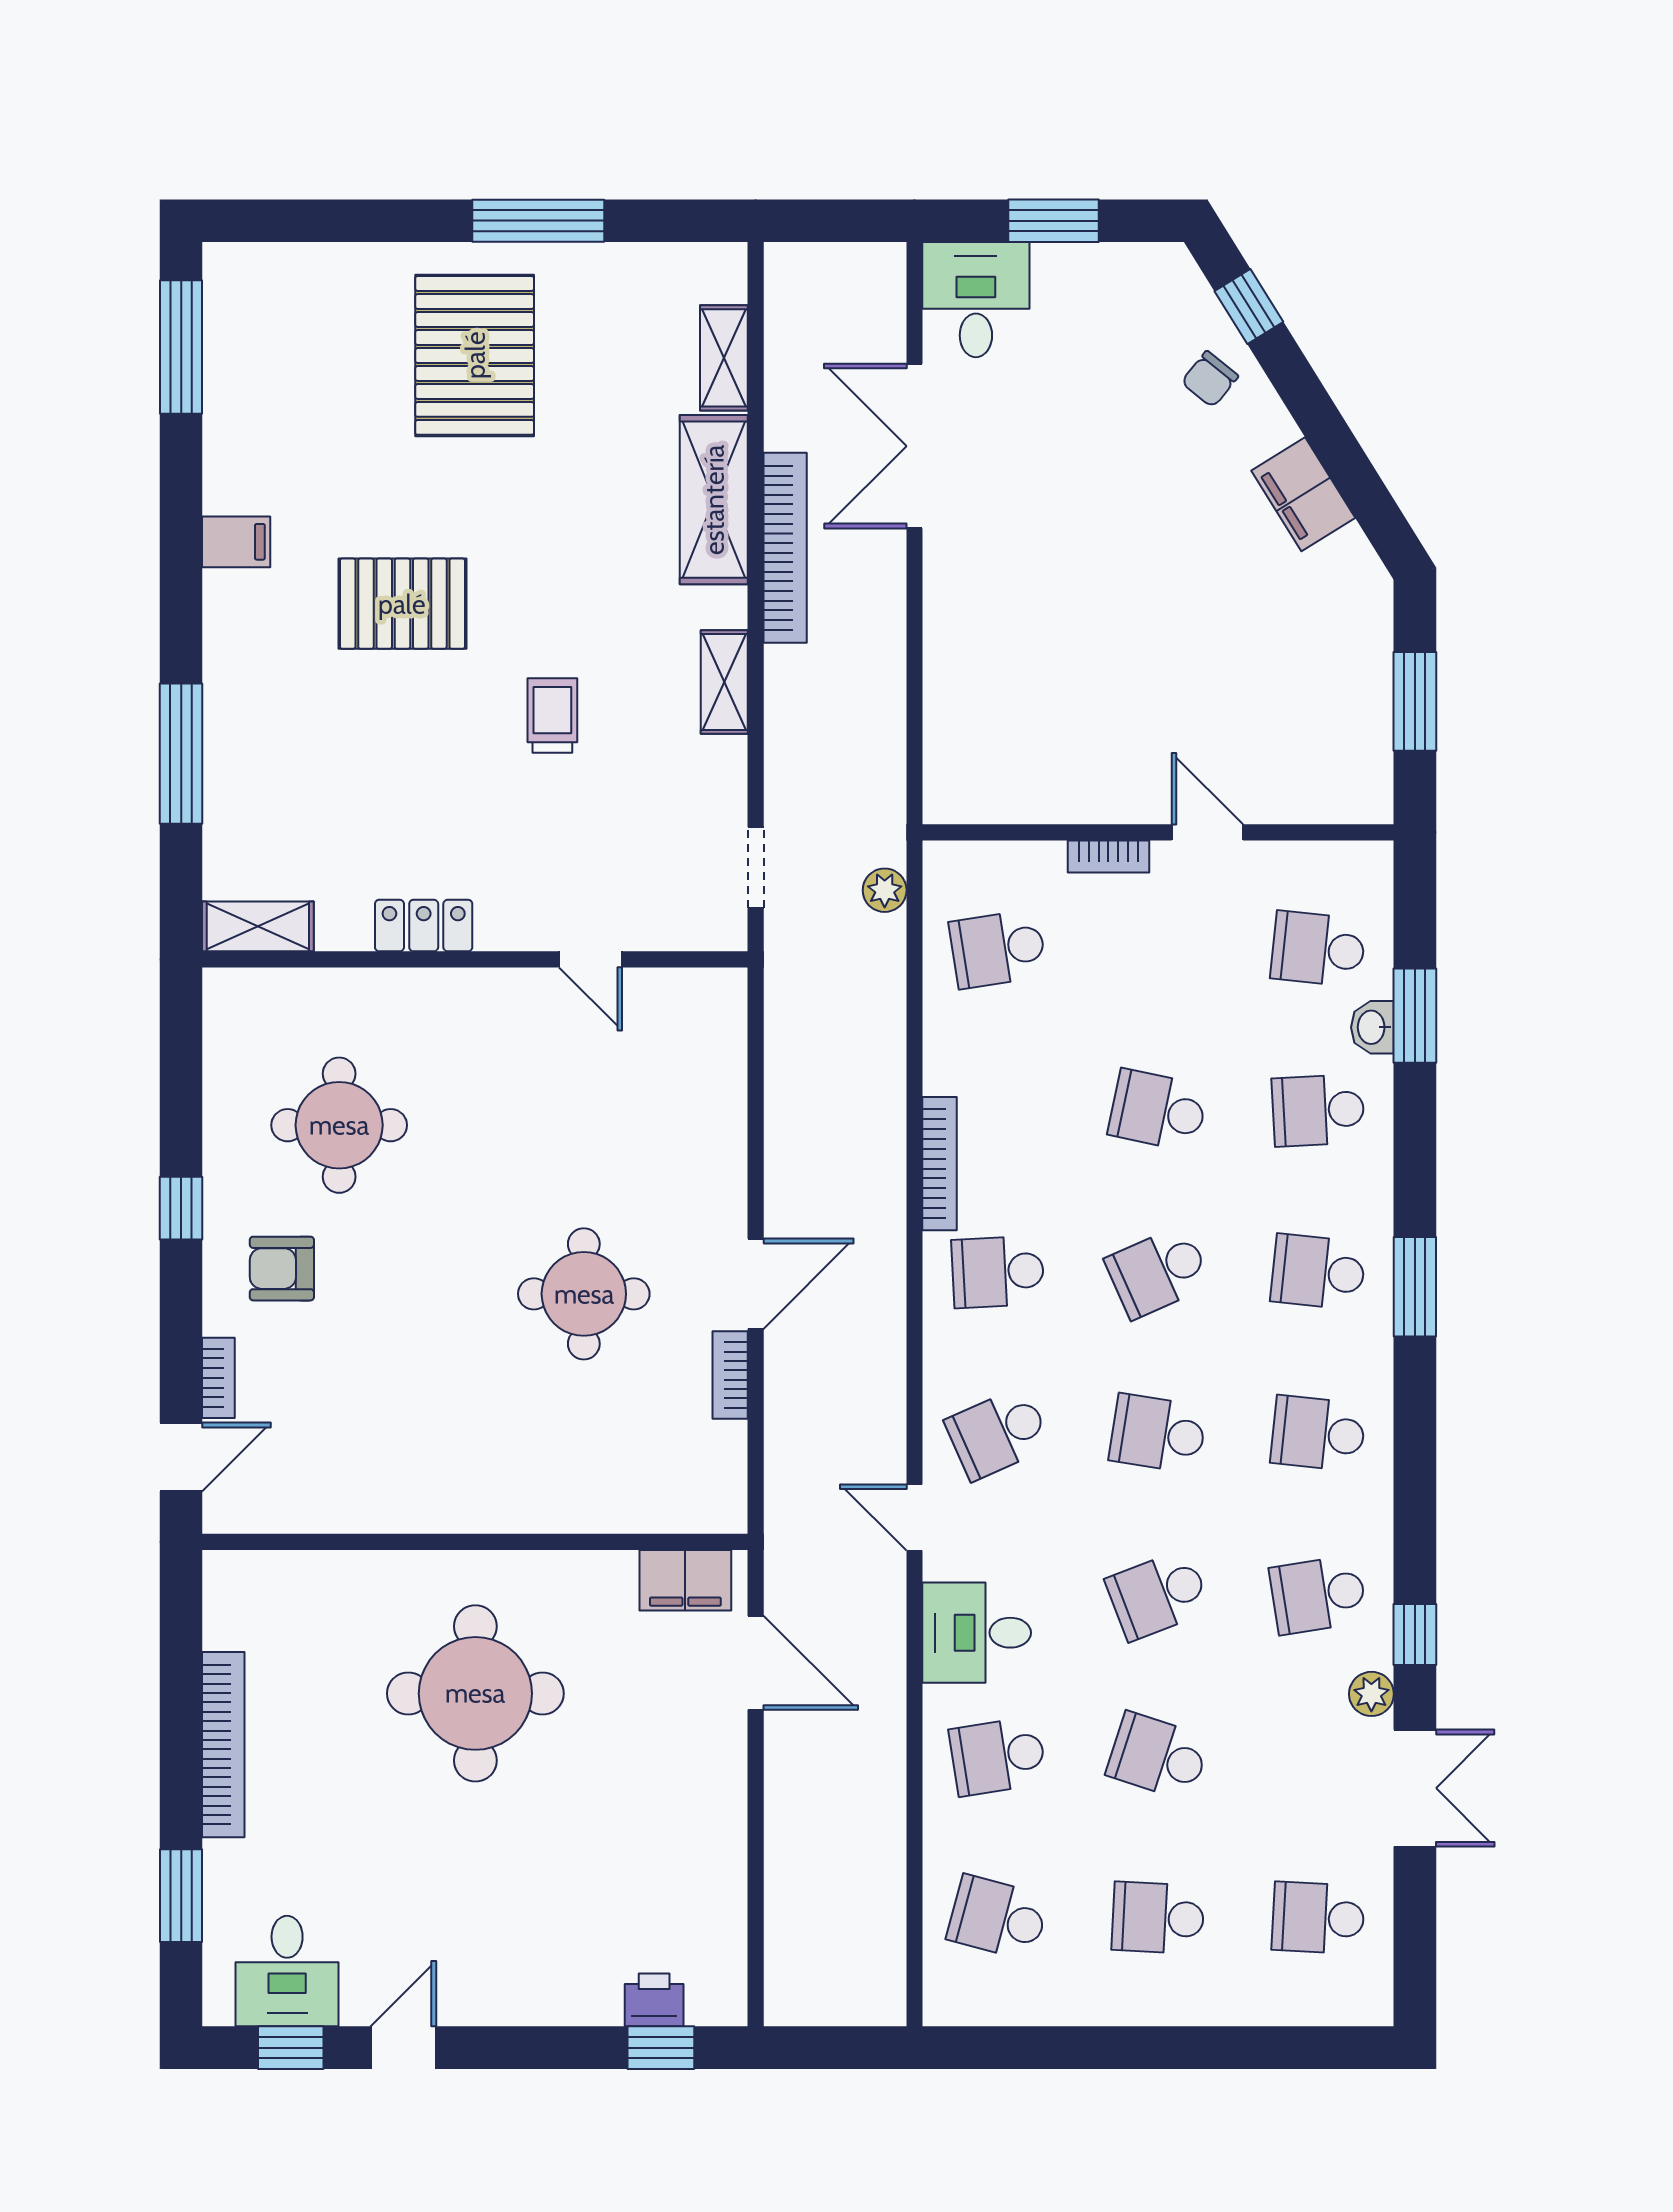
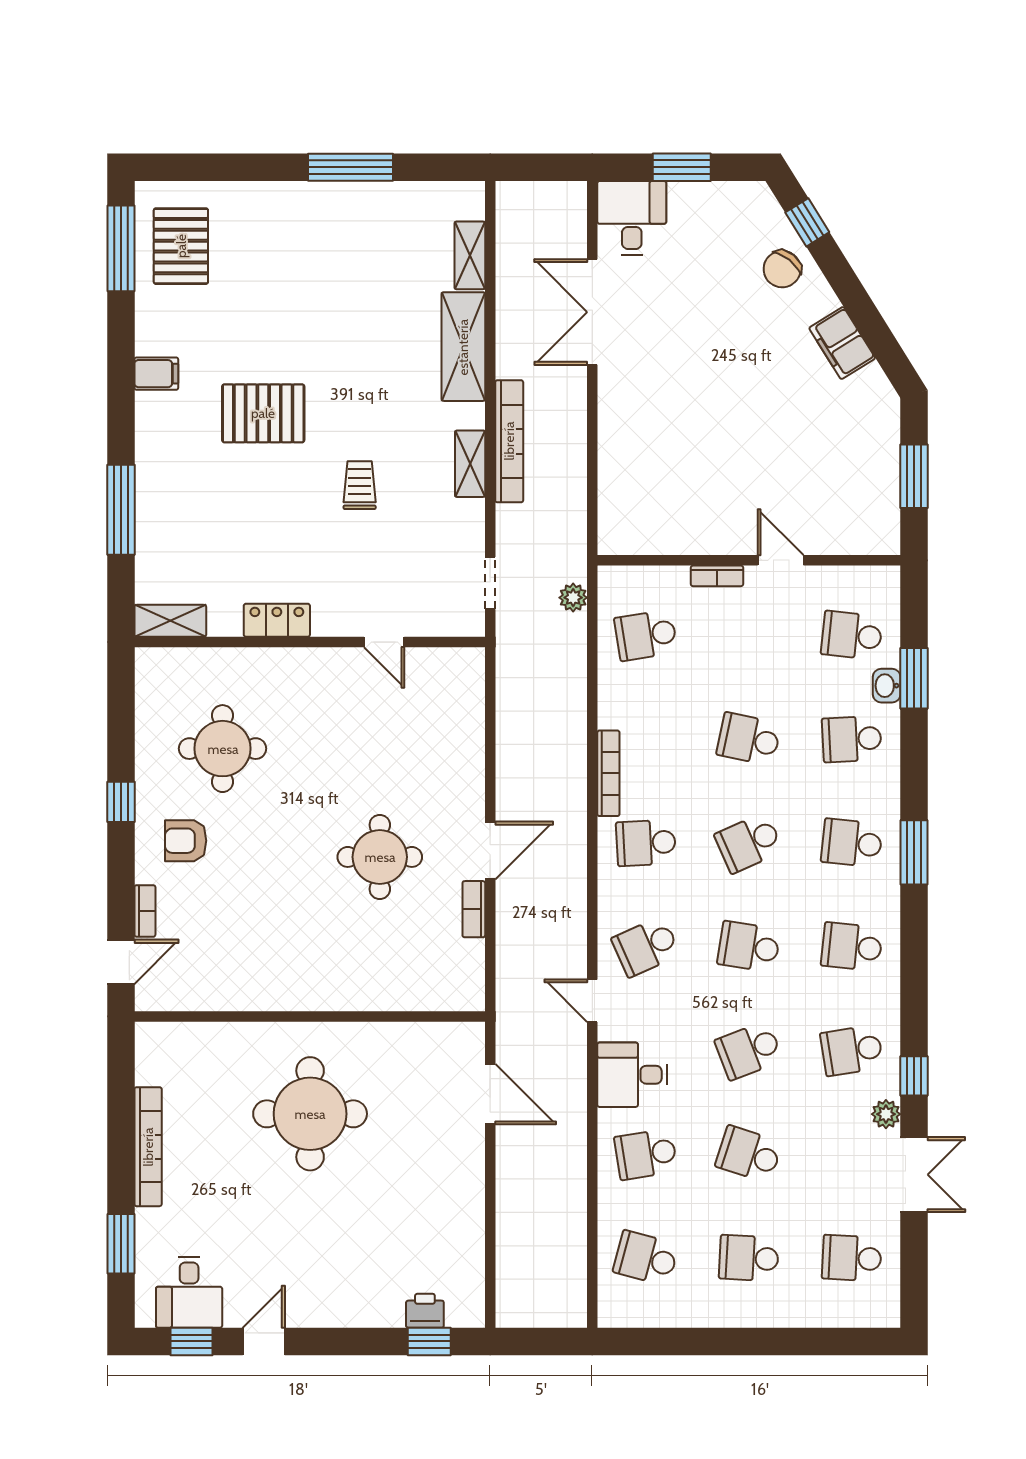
pallet: (475, 355) -> (181, 246), moved, width x0.73, depth x0.71
chair: (1210, 379) -> (782, 269), width x1.37, depth x1.37
bookcase: (785, 548) -> (509, 441), moved
filing cabinet: (685, 1580) -> (445, 1041), removed

